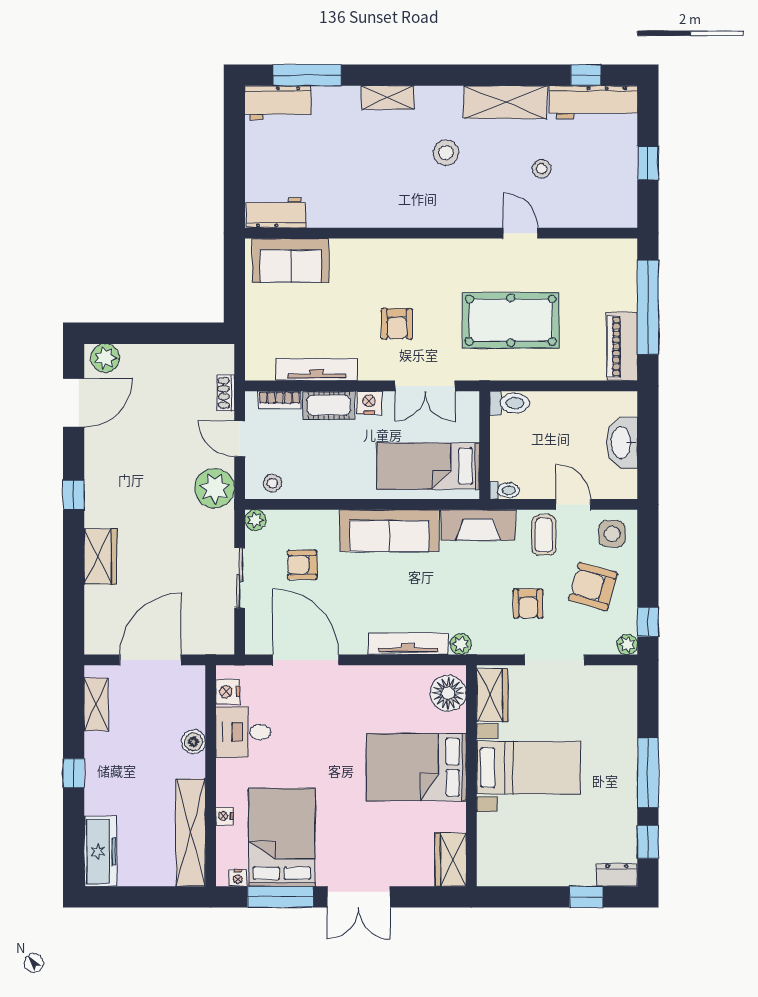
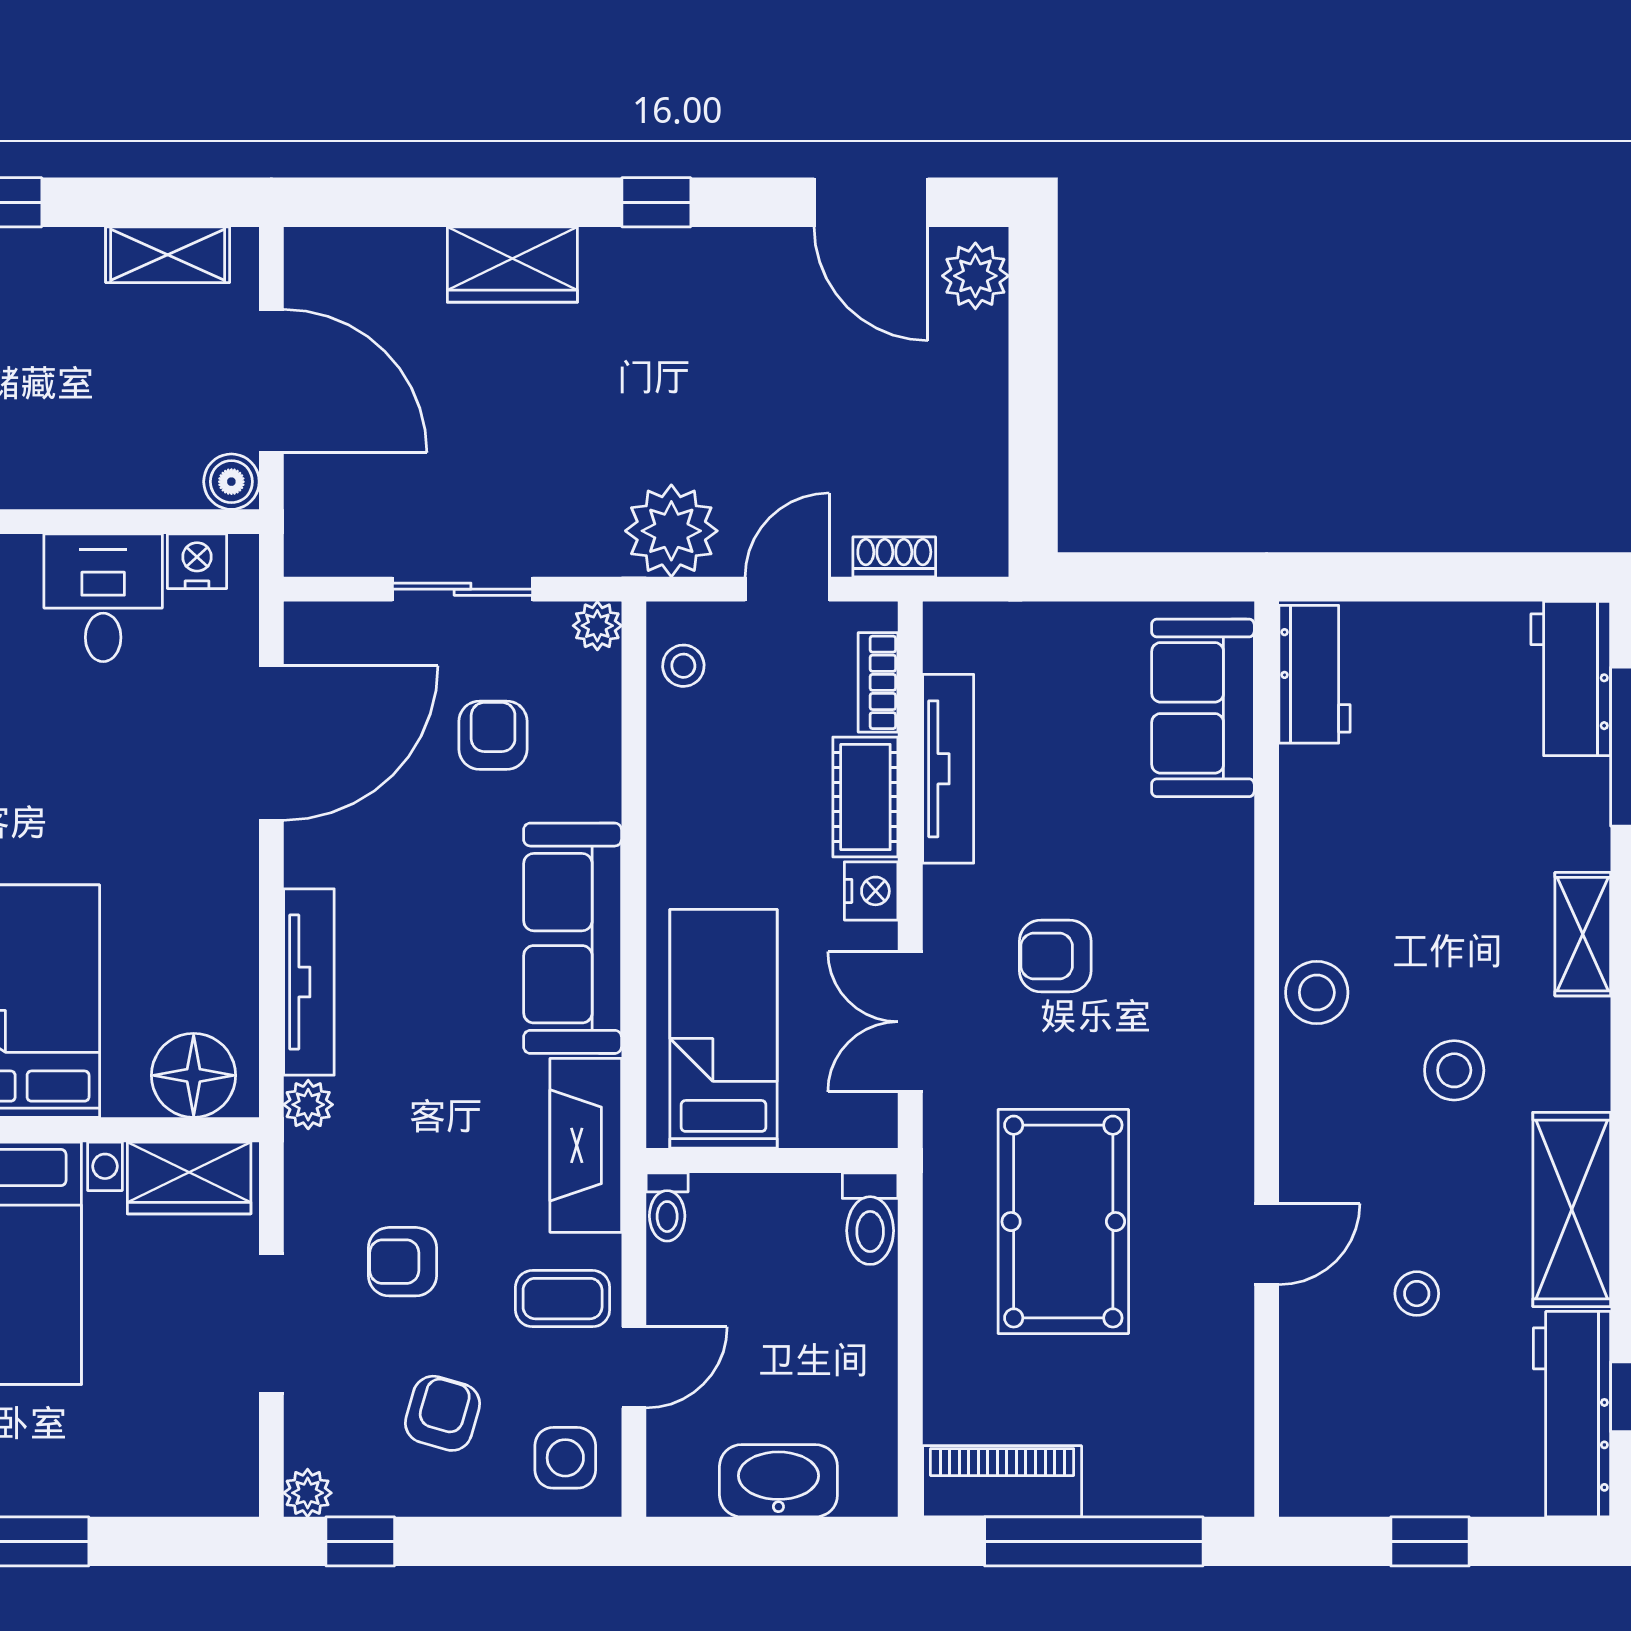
stool: (413, 212) -> (1317, 992), added
armchair: (593, 587) -> (442, 1413), width x0.72, depth x0.72
boiler: (194, 742) -> (231, 482), moved

